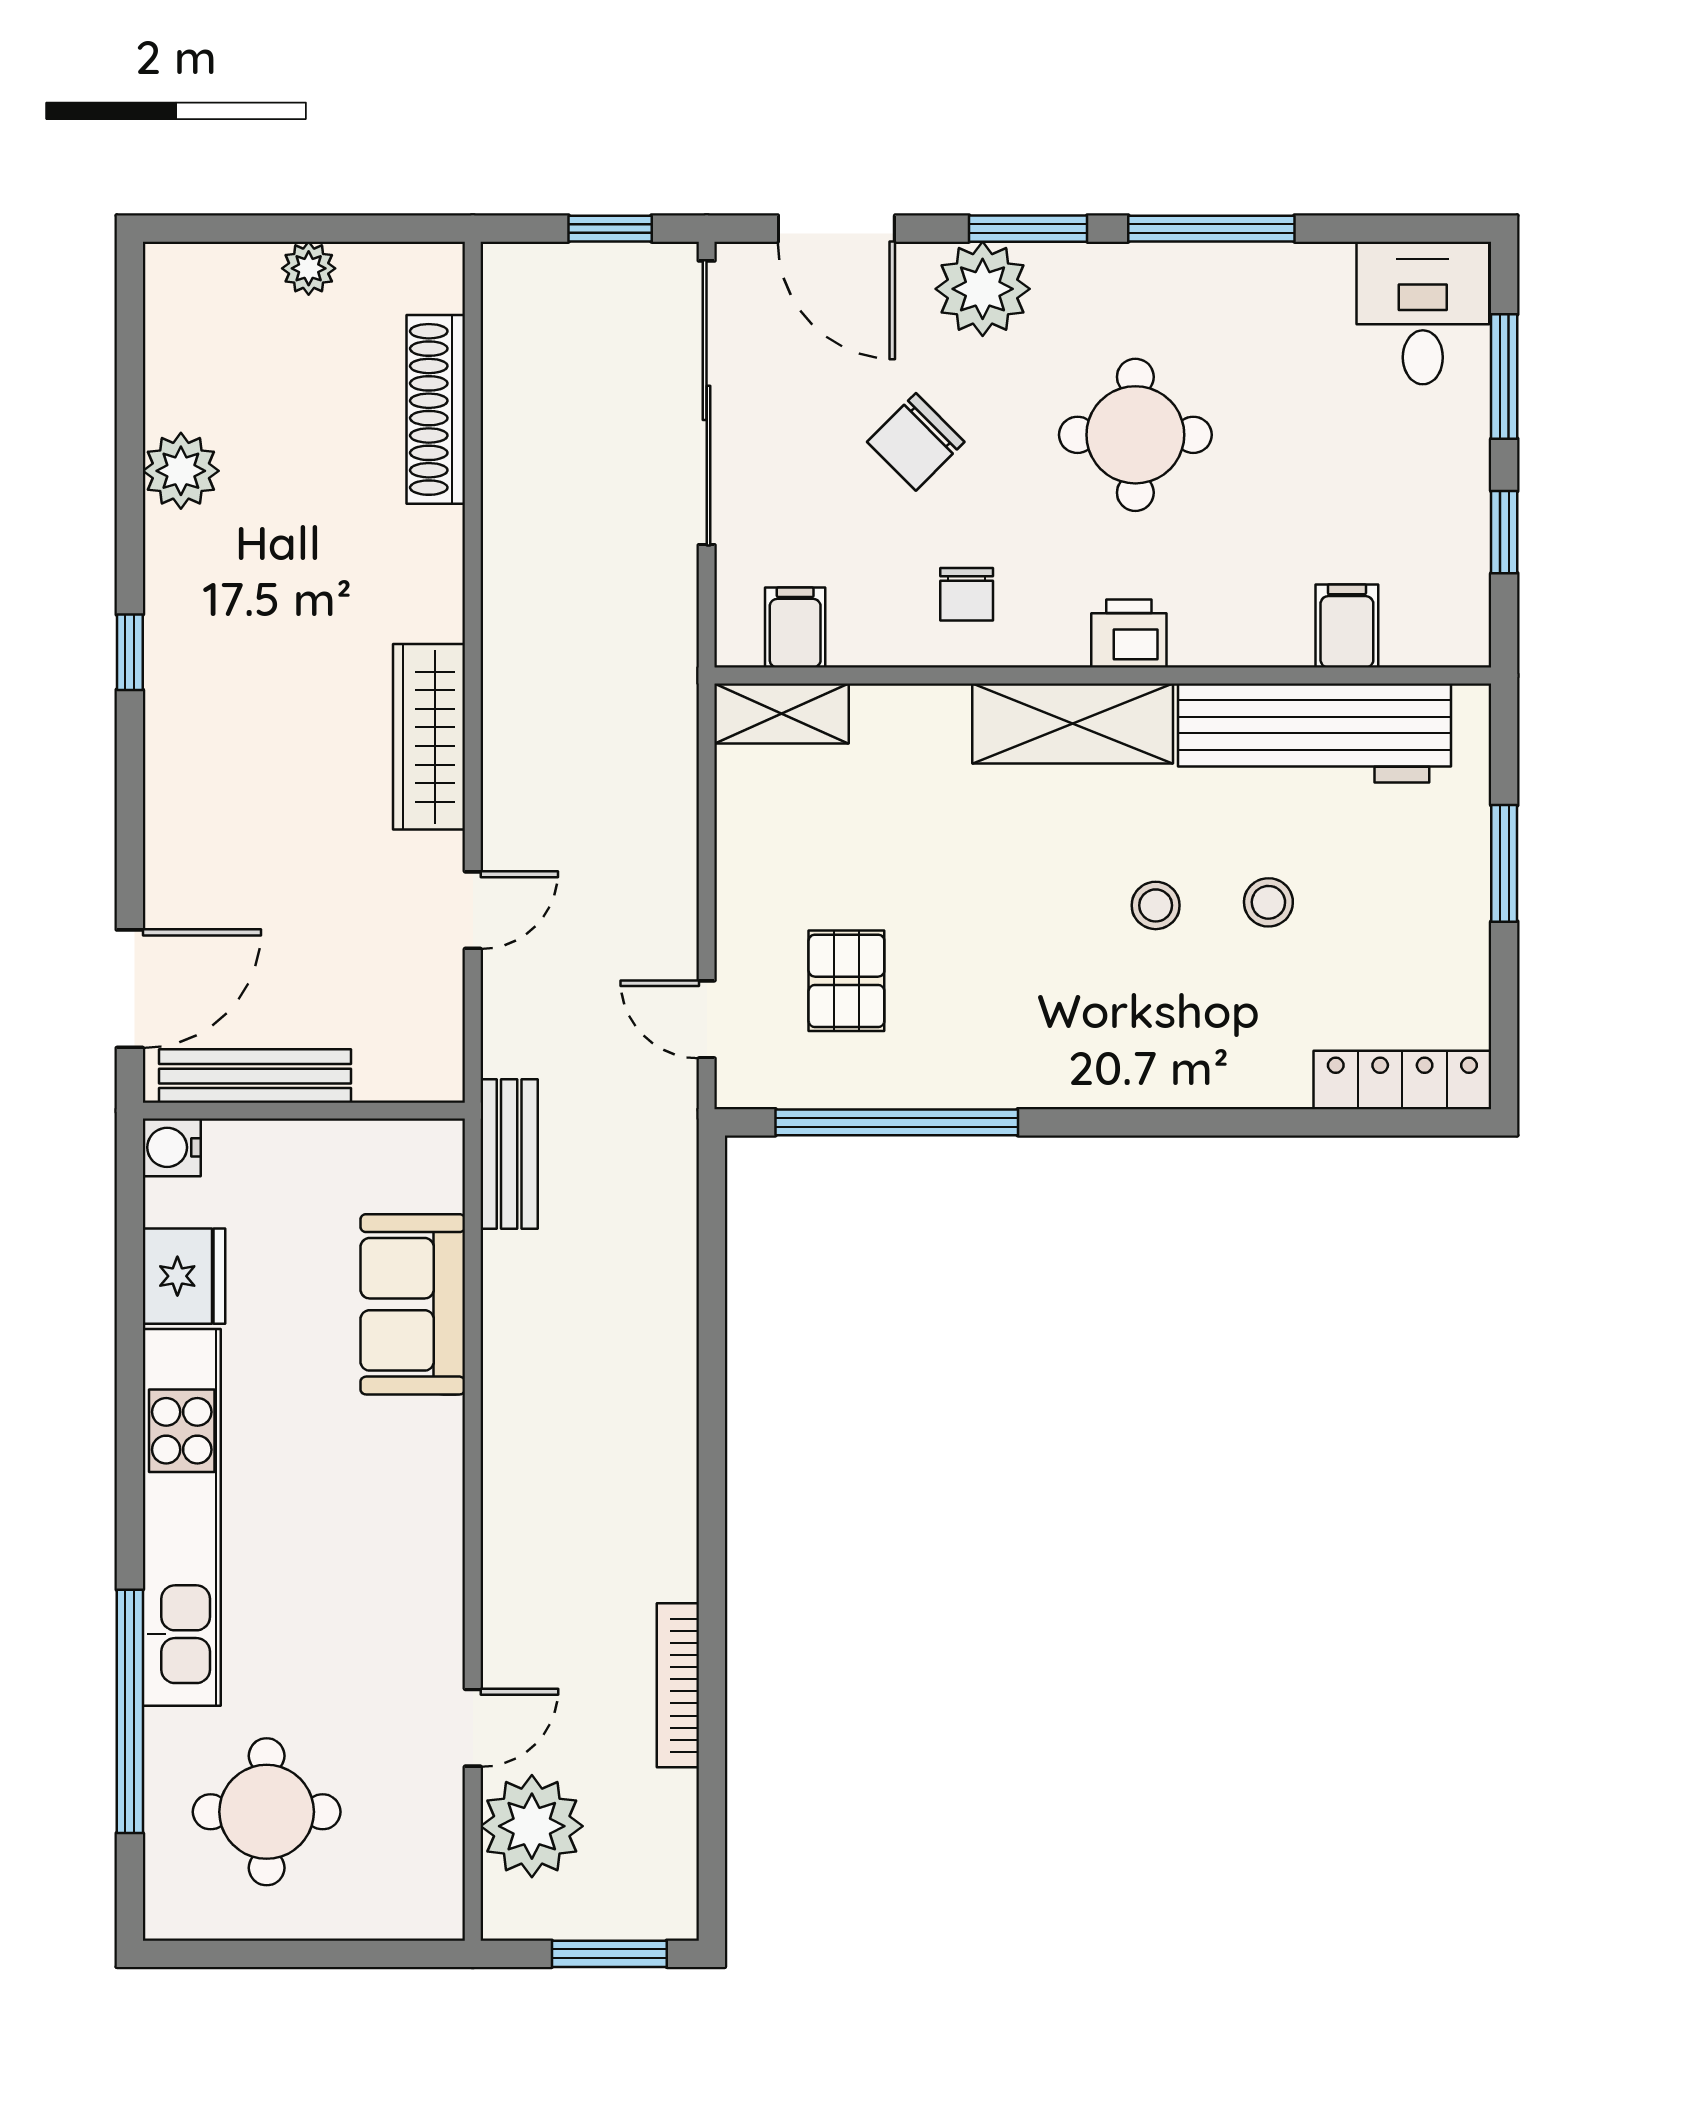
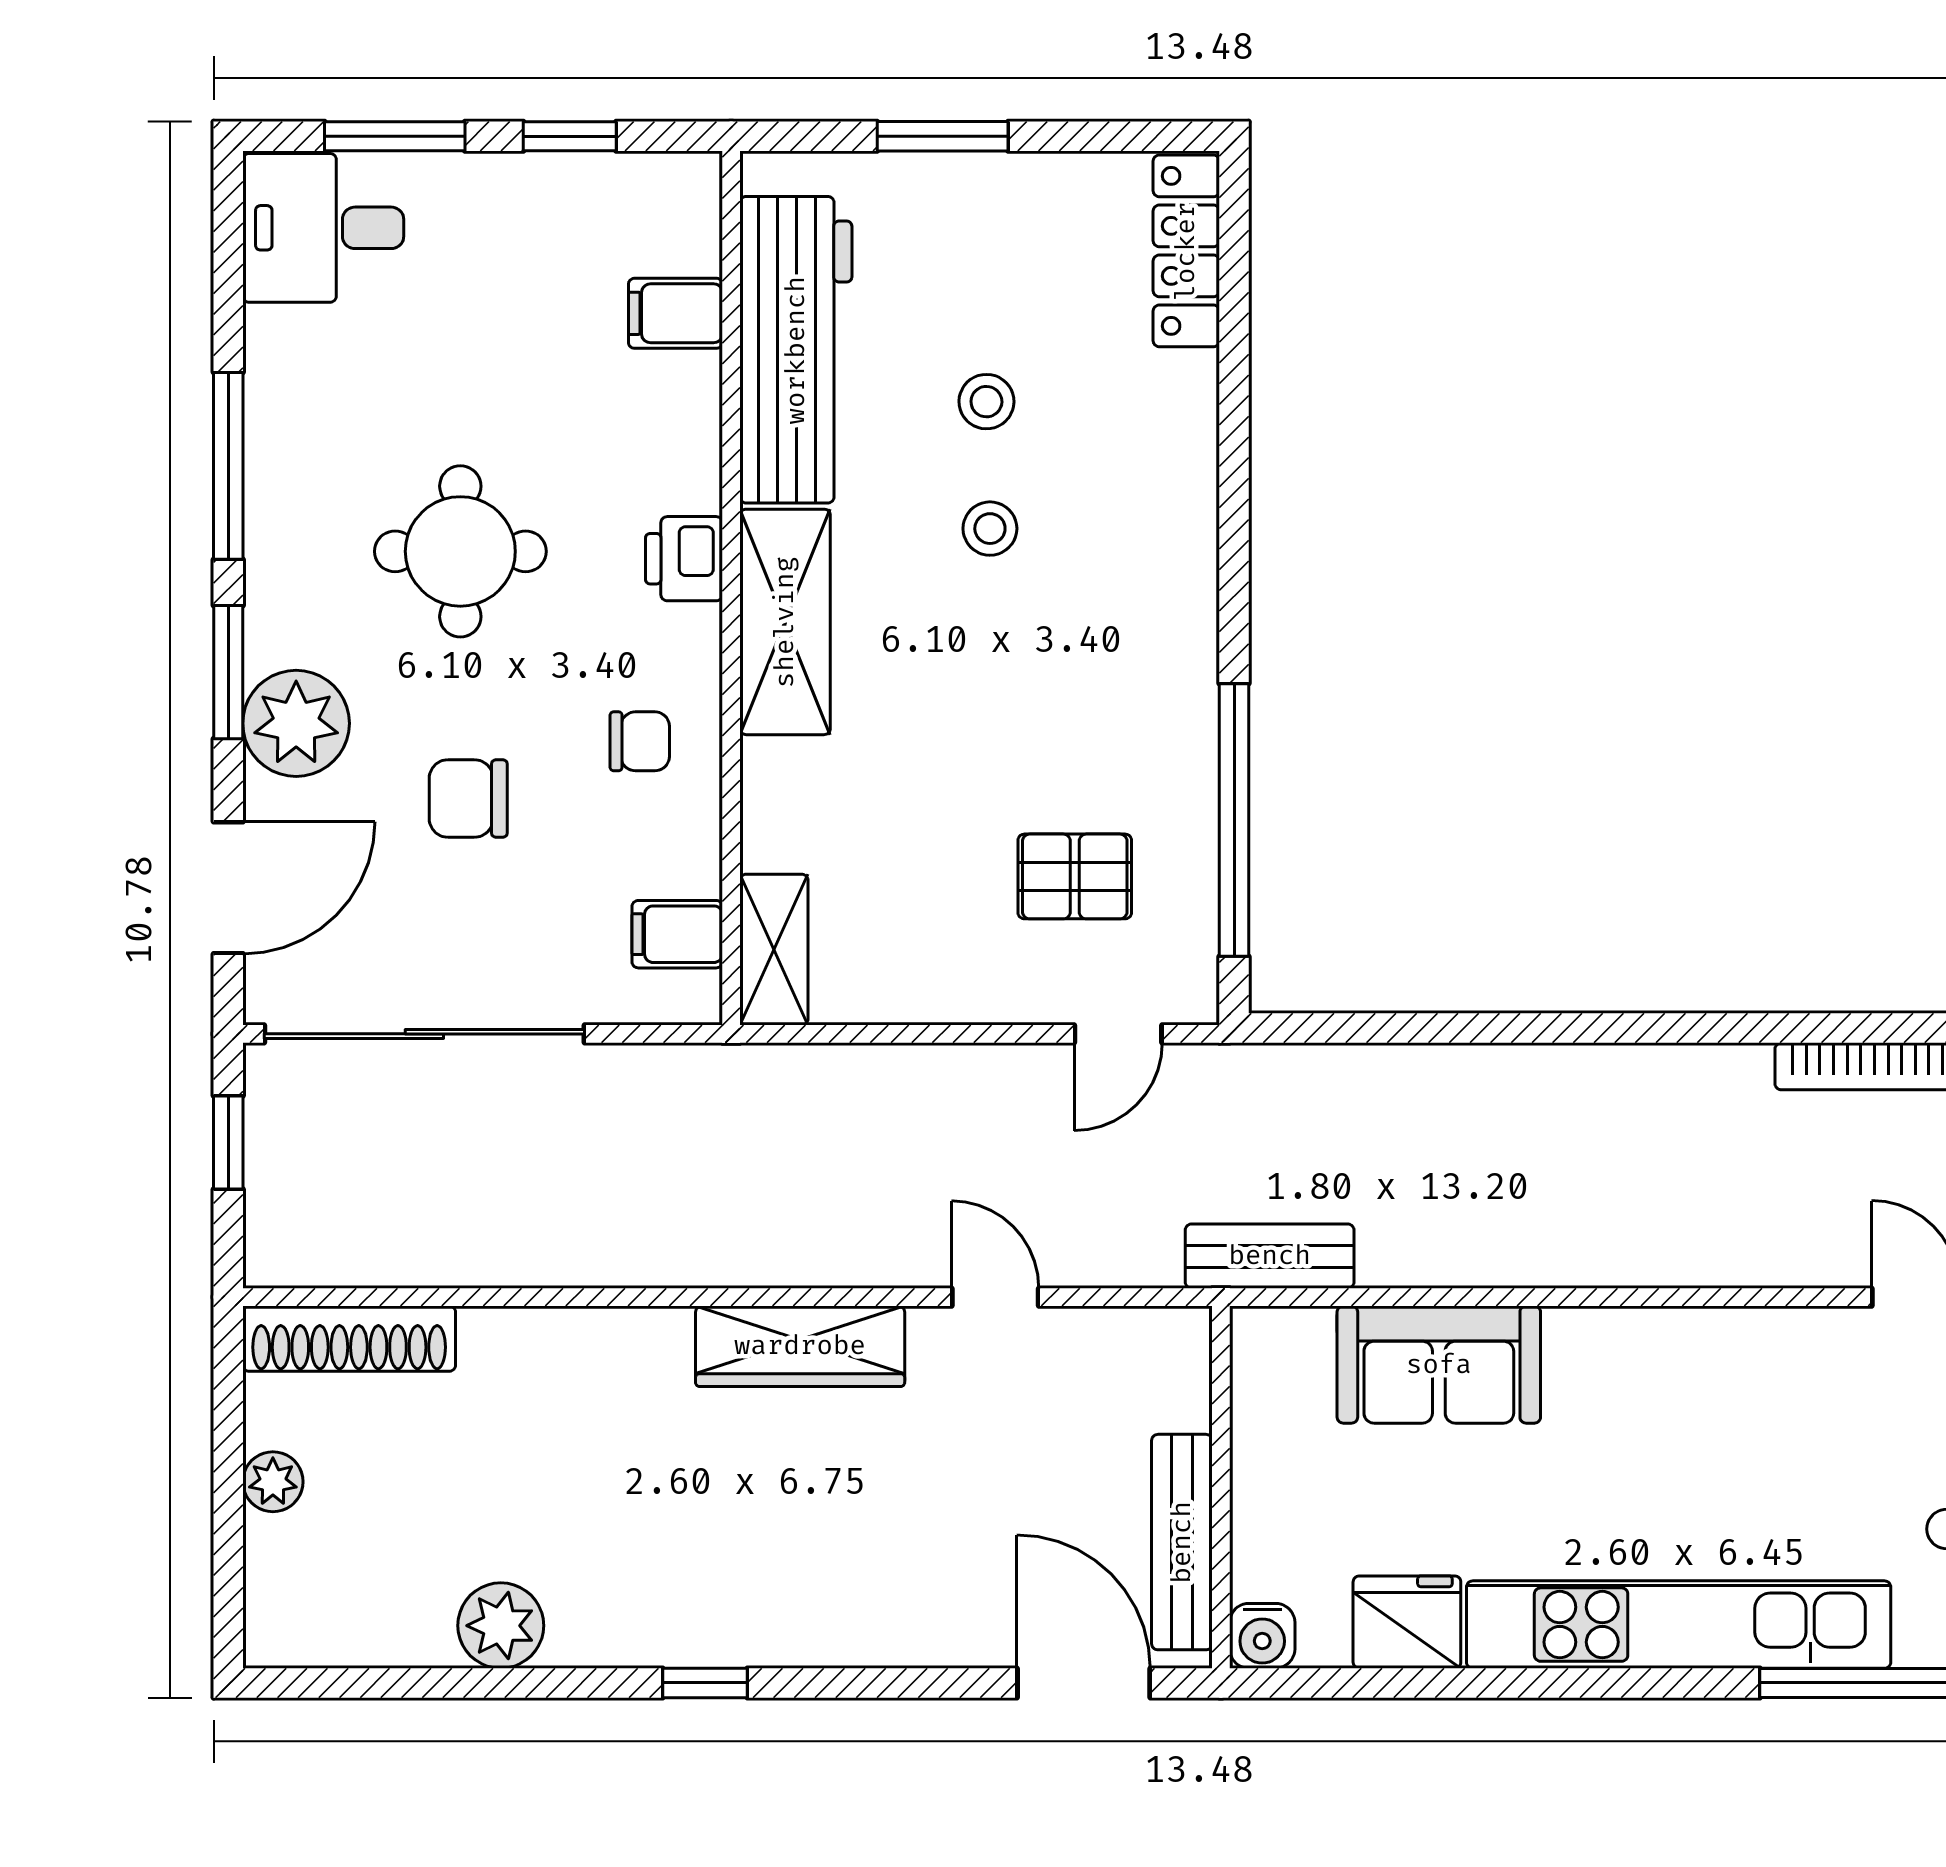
shoe rack: (436, 409) -> (349, 1339), moved
chair: (916, 442) -> (468, 799), turned 135

